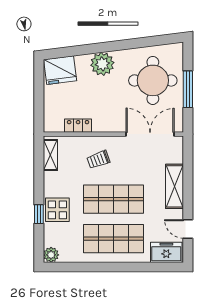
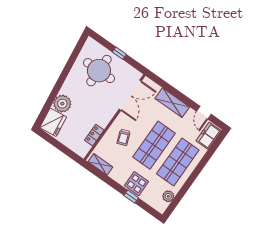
plant: (102, 64) -> (62, 104), moved
window: (188, 89) -> (119, 53), width x0.46
double door: (150, 134) -> (130, 95), swing flipped
door: (188, 229) -> (204, 113), hinge flipped
plant: (51, 255) -> (168, 196), moved

